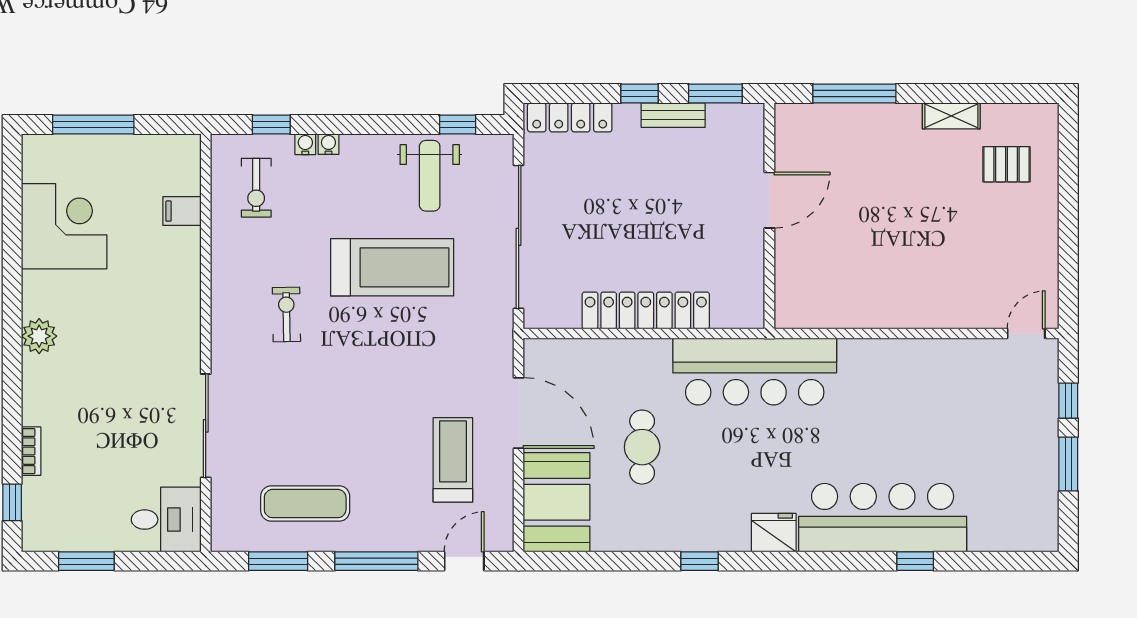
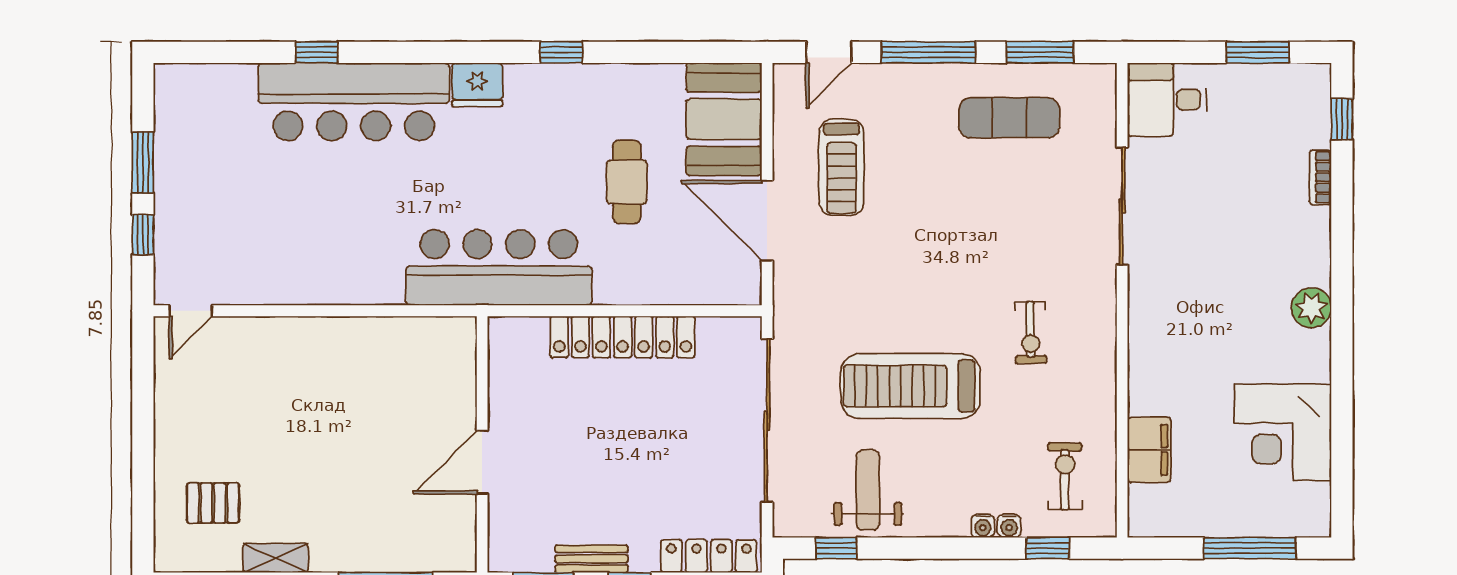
filing cabinet: (182, 211) -> (1149, 450), width x2.00

